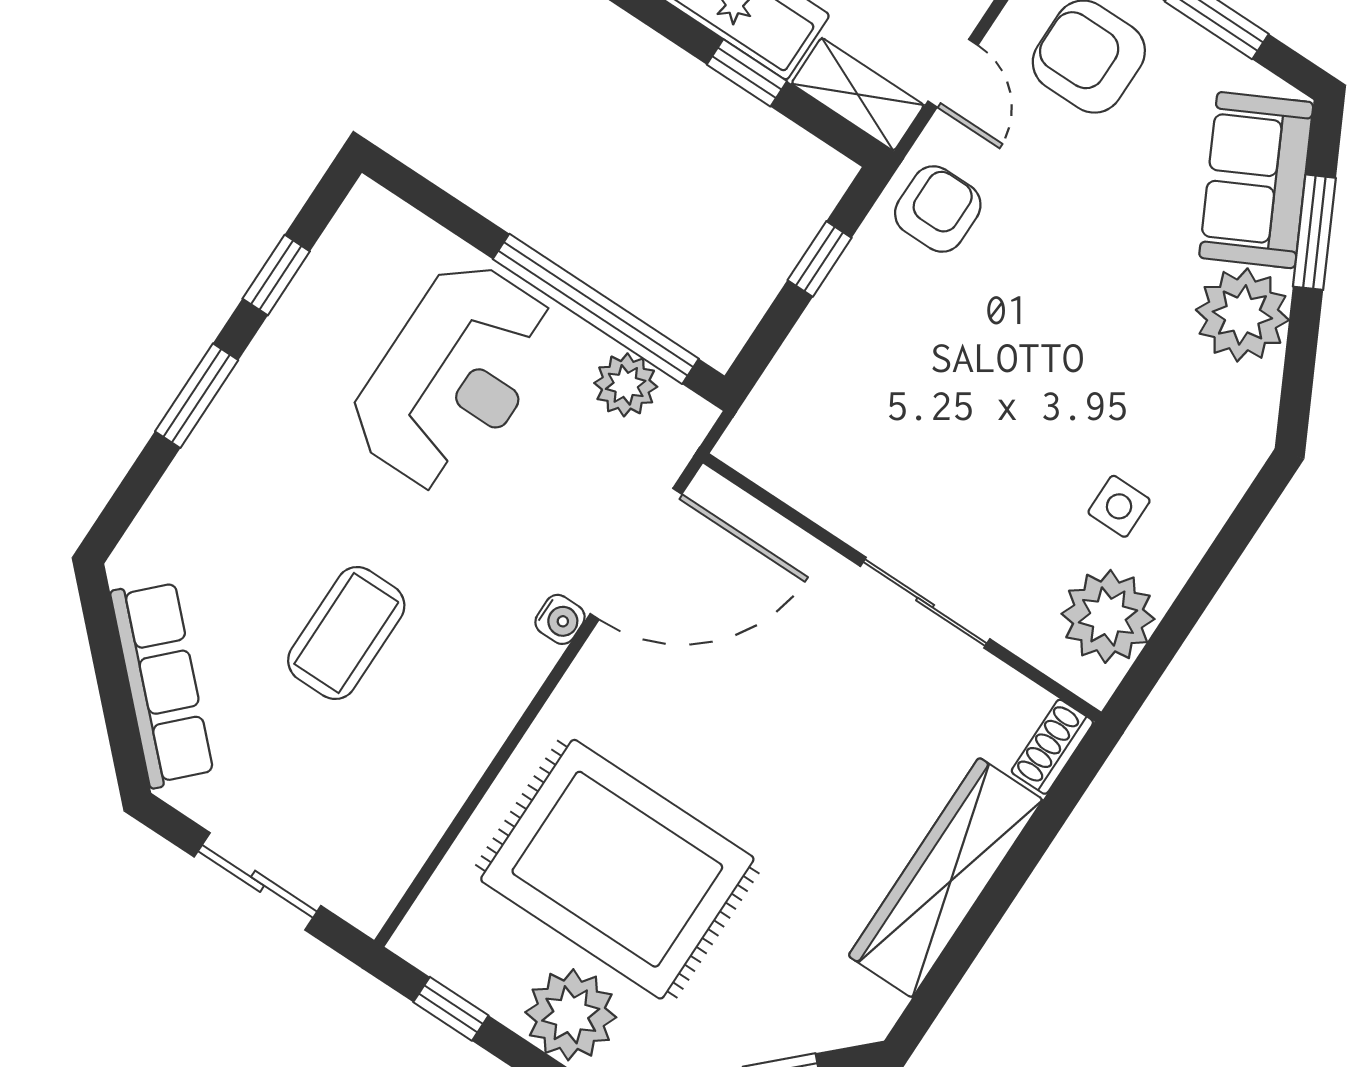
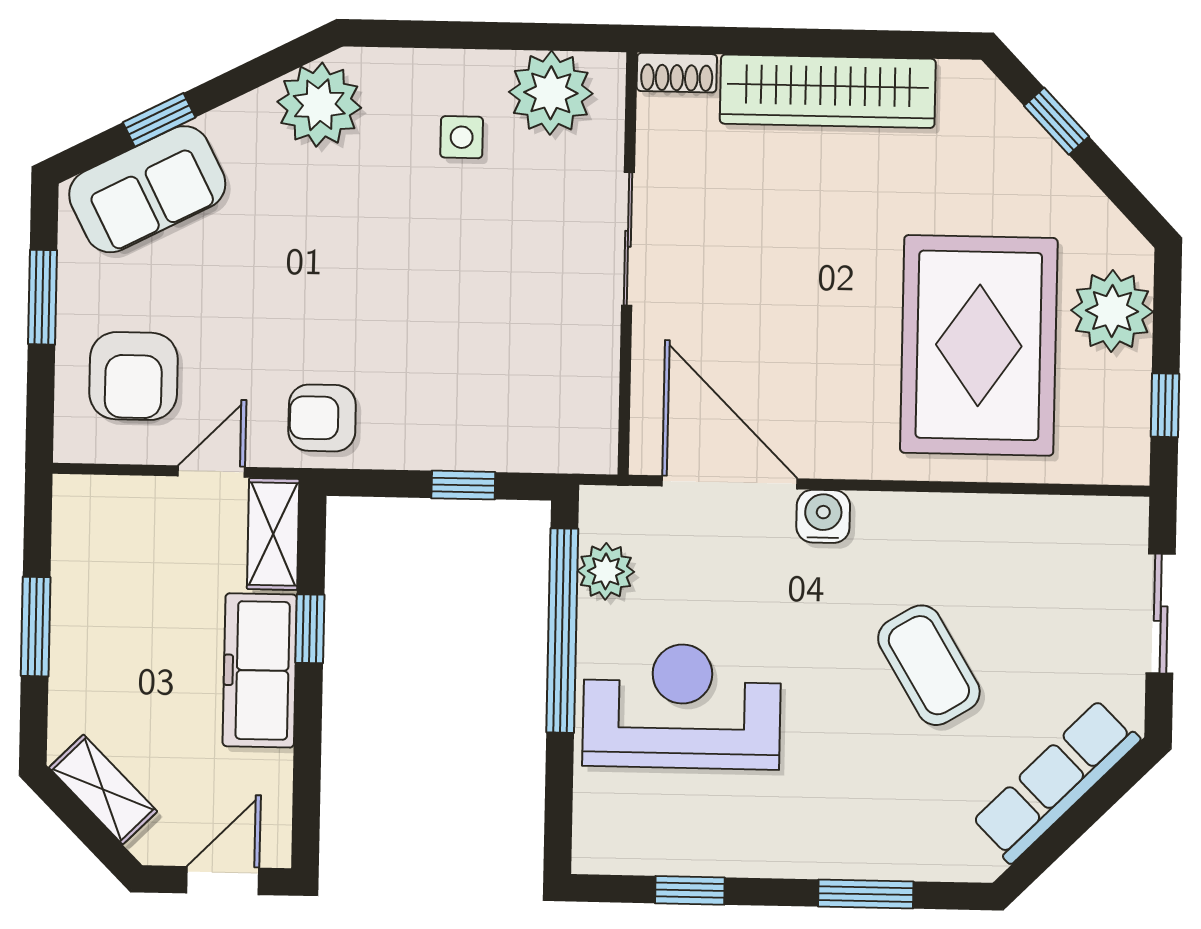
window: (1314, 232) -> (159, 120), width x0.67
window: (820, 259) -> (463, 485), moved
plant: (1242, 315) -> (319, 105), moved
window: (197, 396) -> (866, 894), moved
water cooler: (560, 619) -> (823, 516), width x1.38, depth x1.38
coffee table: (346, 633) -> (929, 665), turned 59

